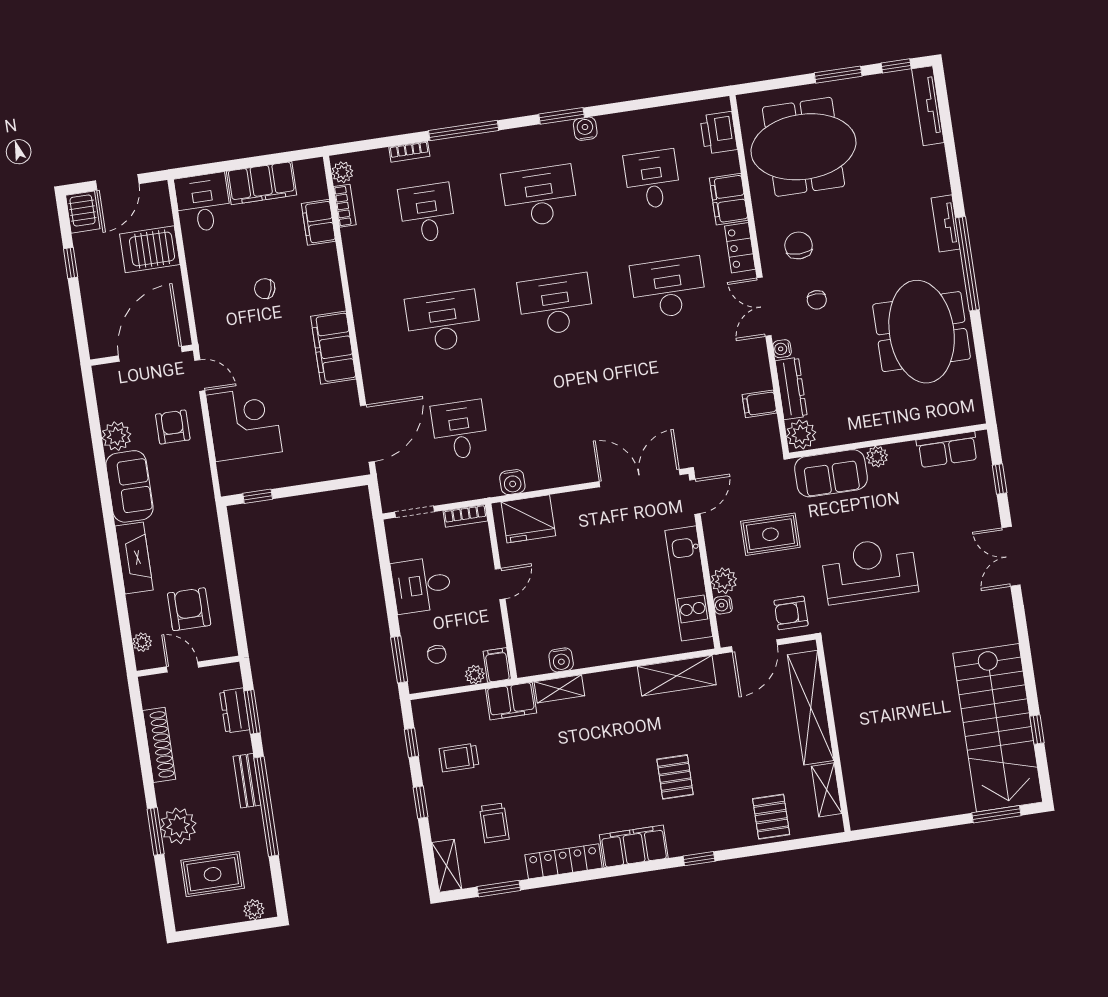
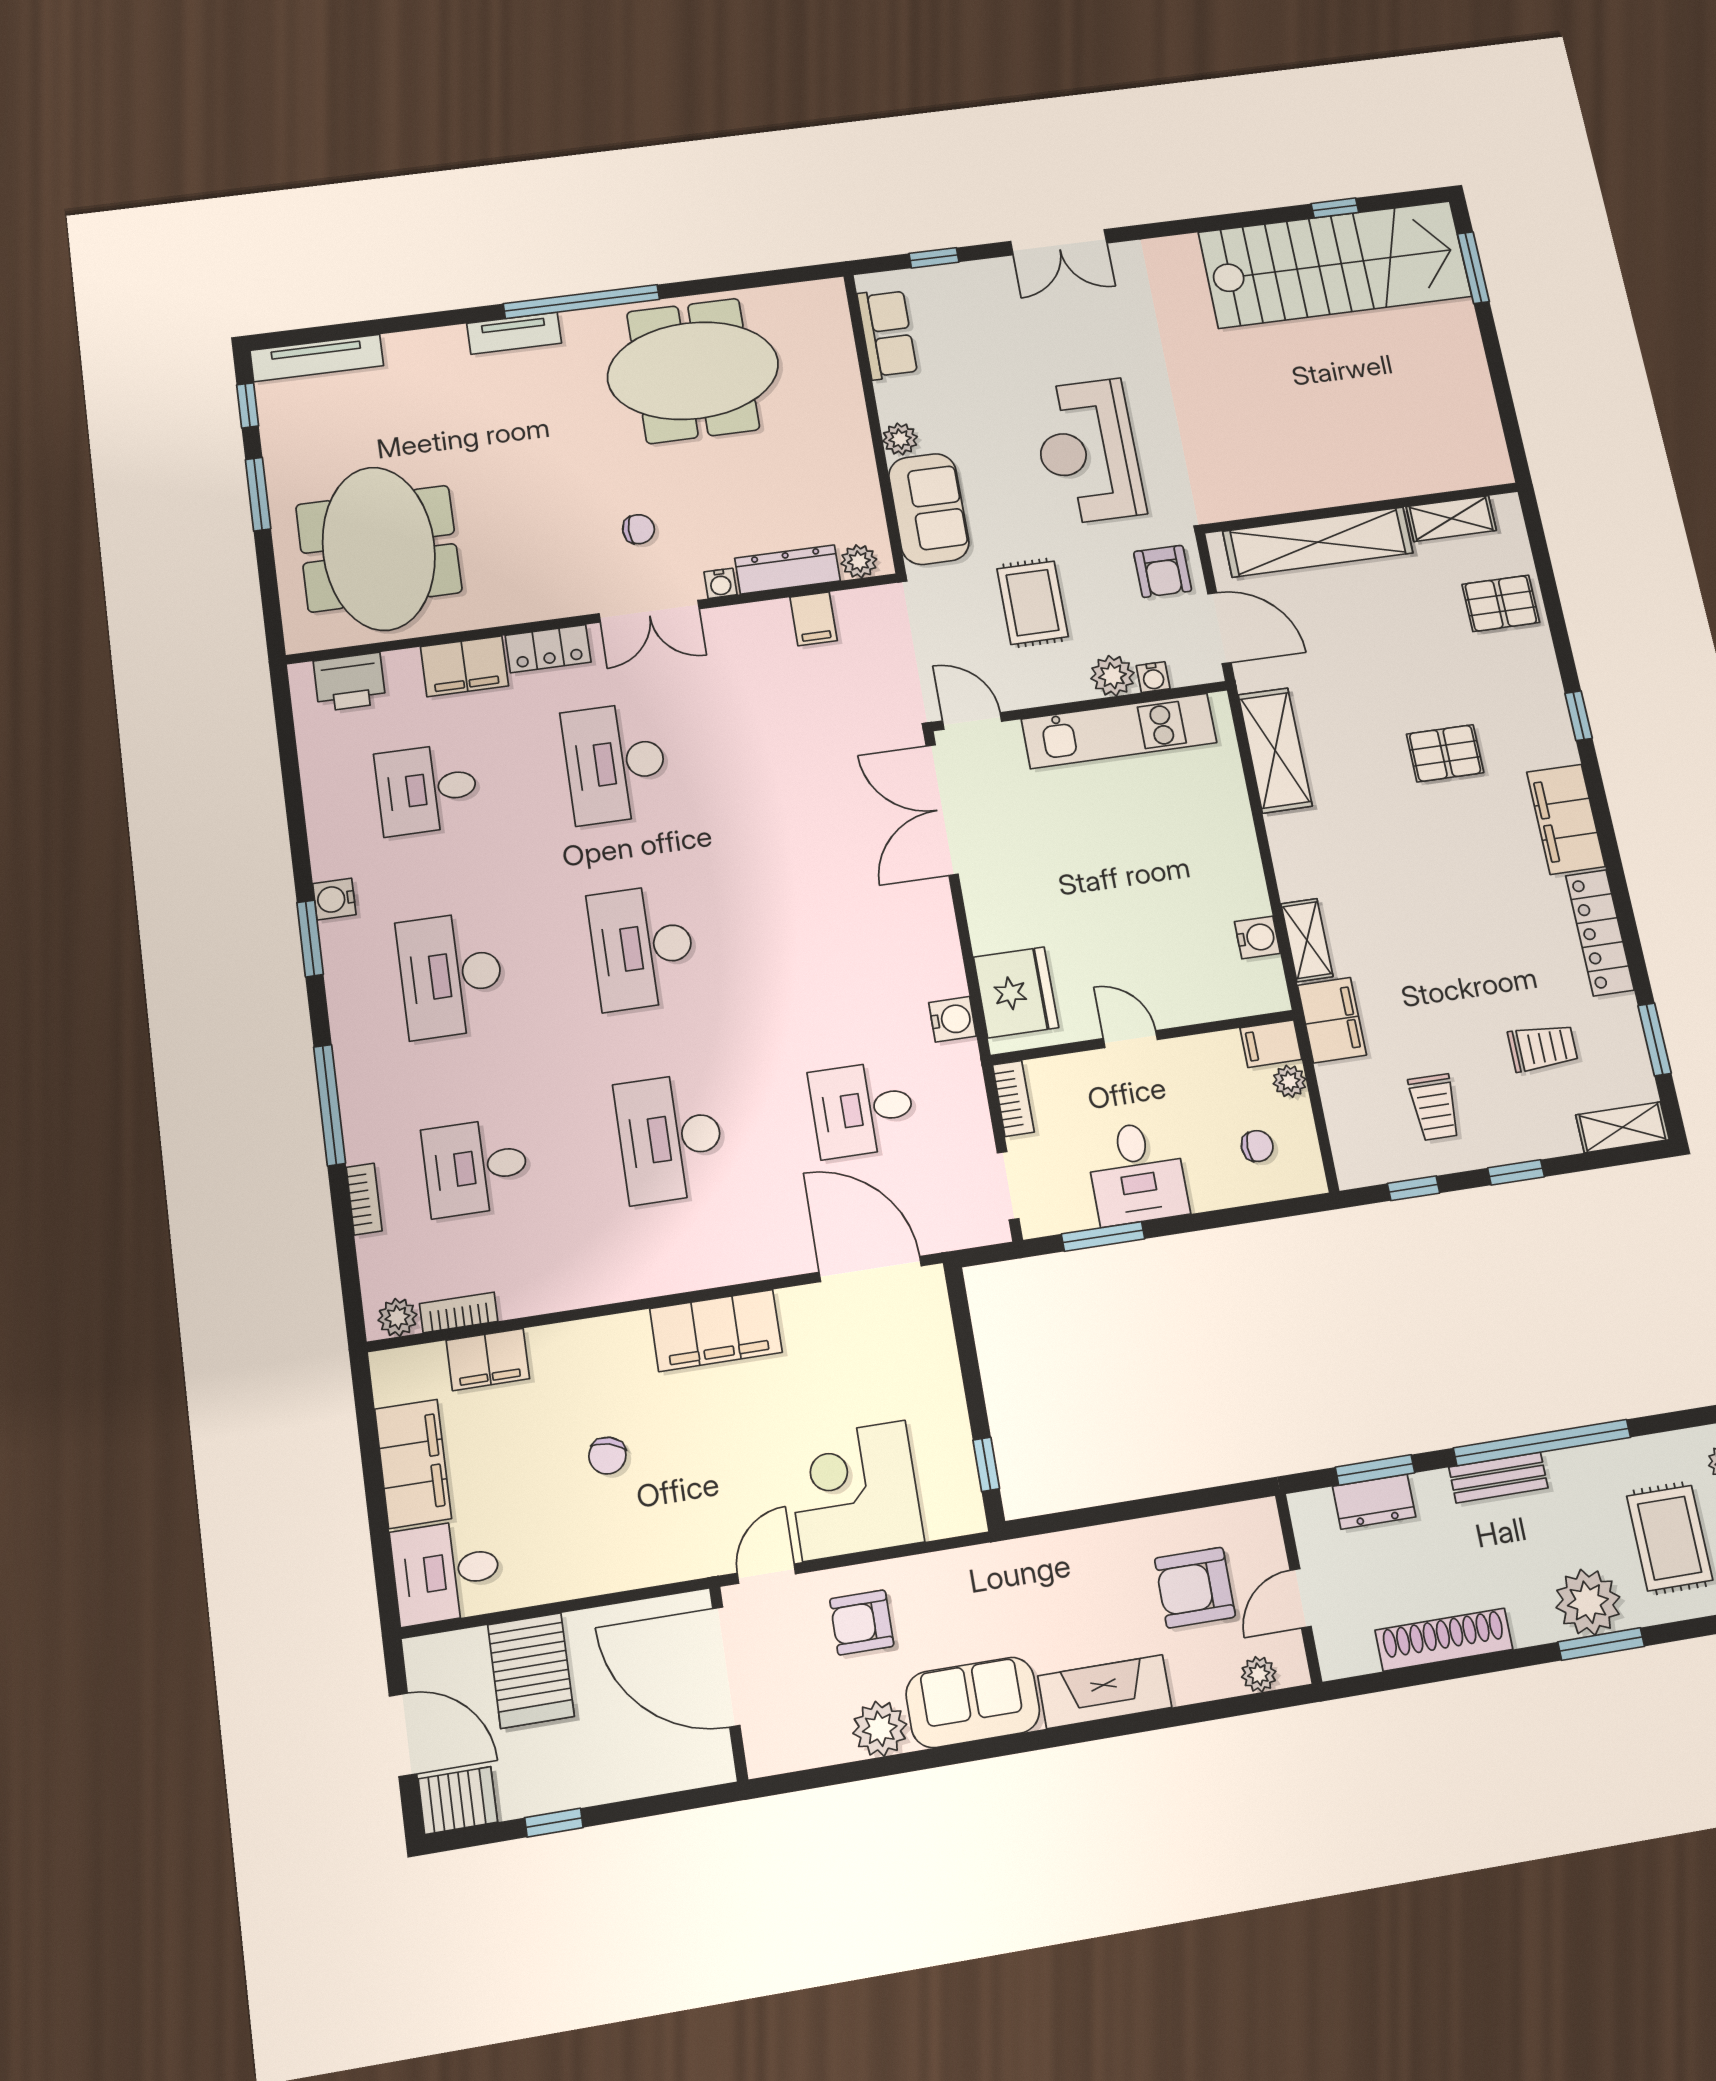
chair: (799, 245) -> (546, 557), removed
plant: (801, 434) -> (859, 561), width x0.73, depth x0.73
window: (399, 659) -> (1103, 1236), moved

